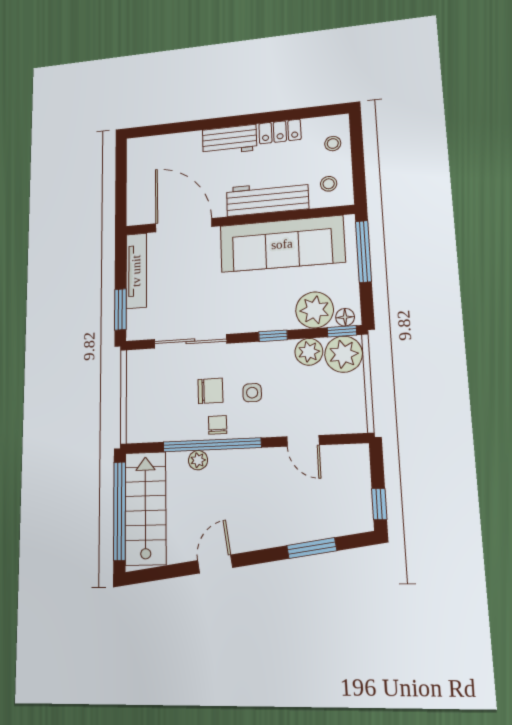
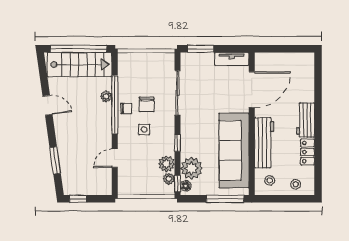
tv unit: (136, 271) -> (232, 59), width x0.71
plant: (344, 354) -> (169, 179), width x0.53, depth x0.53

